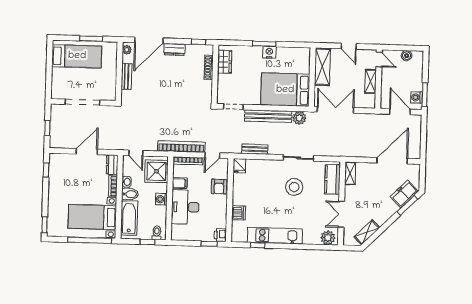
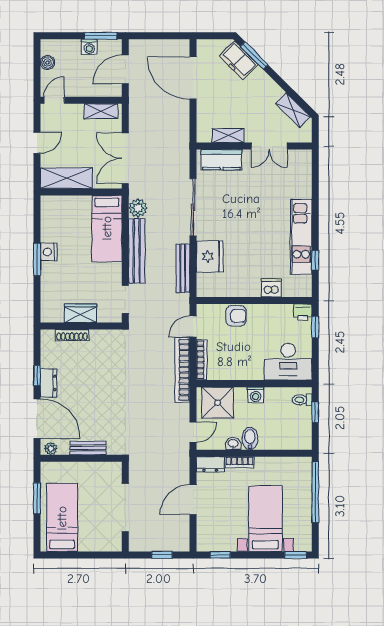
window: (198, 42) -> (37, 376), moved
wardrobe: (225, 62) -> (80, 313), moved
shelving: (371, 81) -> (101, 111), moved
bed: (285, 90) -> (107, 228), width x0.67
washing machine: (417, 97) -> (89, 47), moved
bench: (255, 149) -> (183, 268), width x1.36
door: (87, 152) -> (193, 500), hinge flipped
door: (212, 155) -> (193, 326), swing flipped
sliding door: (299, 158) -> (193, 207), width x1.37
fridge: (239, 166) -> (210, 256), moved, width x1.88, depth x1.34
shelving: (350, 173) -> (228, 136), moved
filing cabinet: (180, 183) -> (233, 370), removed
stool: (294, 187) -> (233, 212), removed
desk: (185, 207) -> (288, 362), moved
bed with nightstands: (92, 217) -> (265, 519), moved, turned 180
bathtub: (129, 218) -> (283, 439), removed
plant: (328, 238) -> (302, 164), removed

